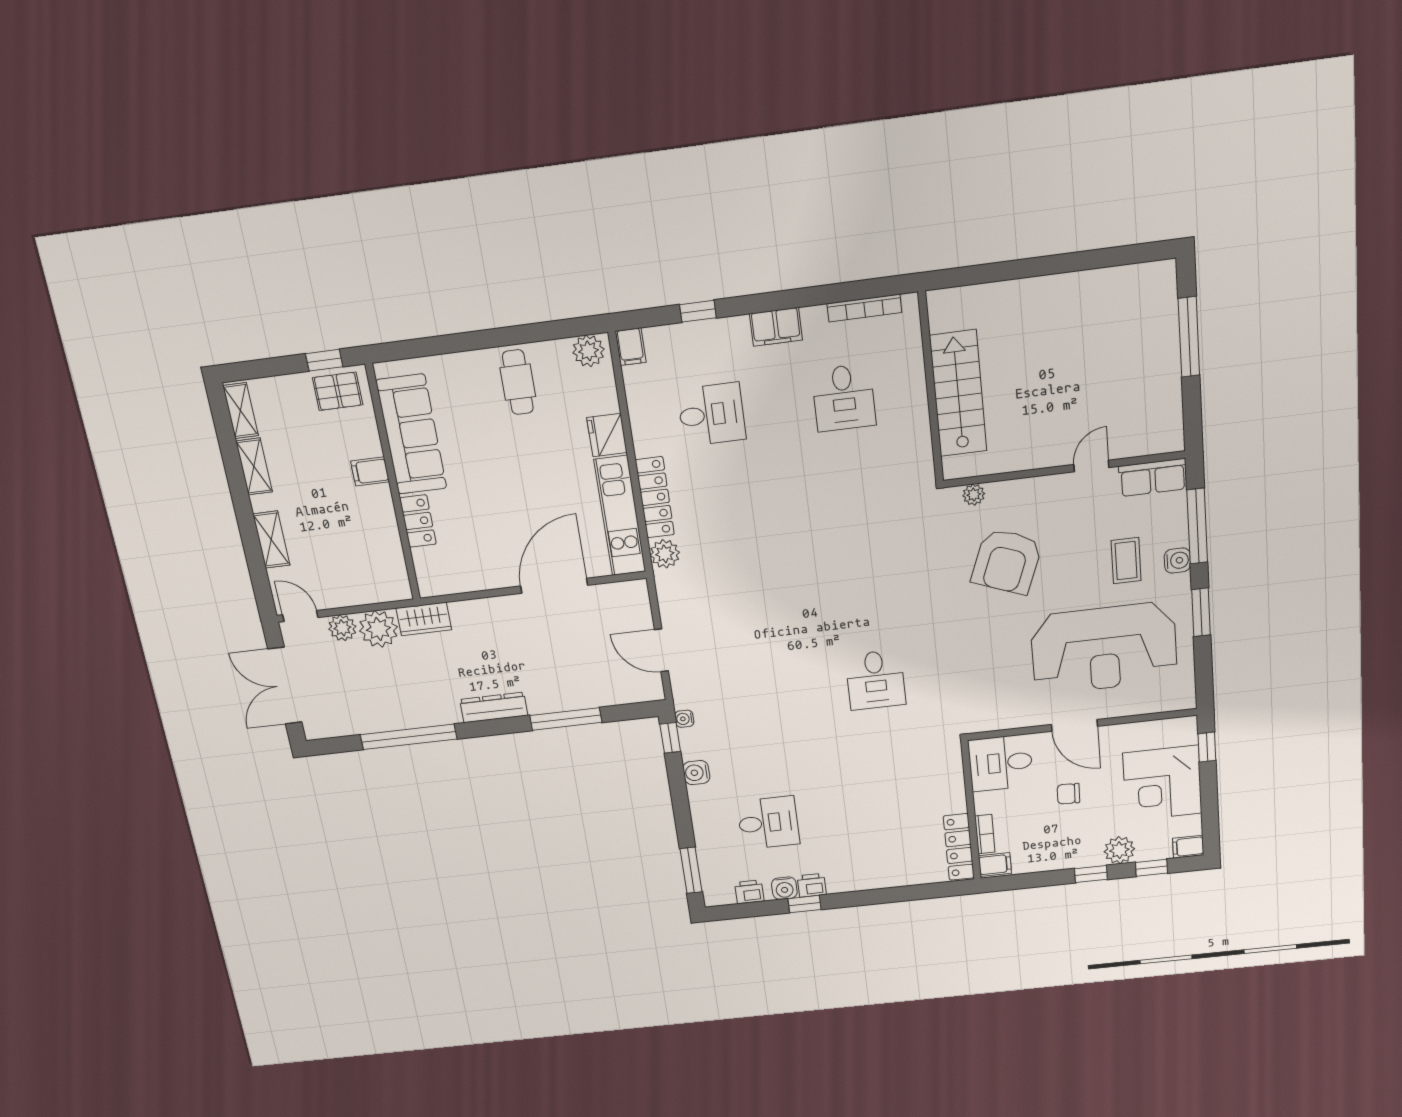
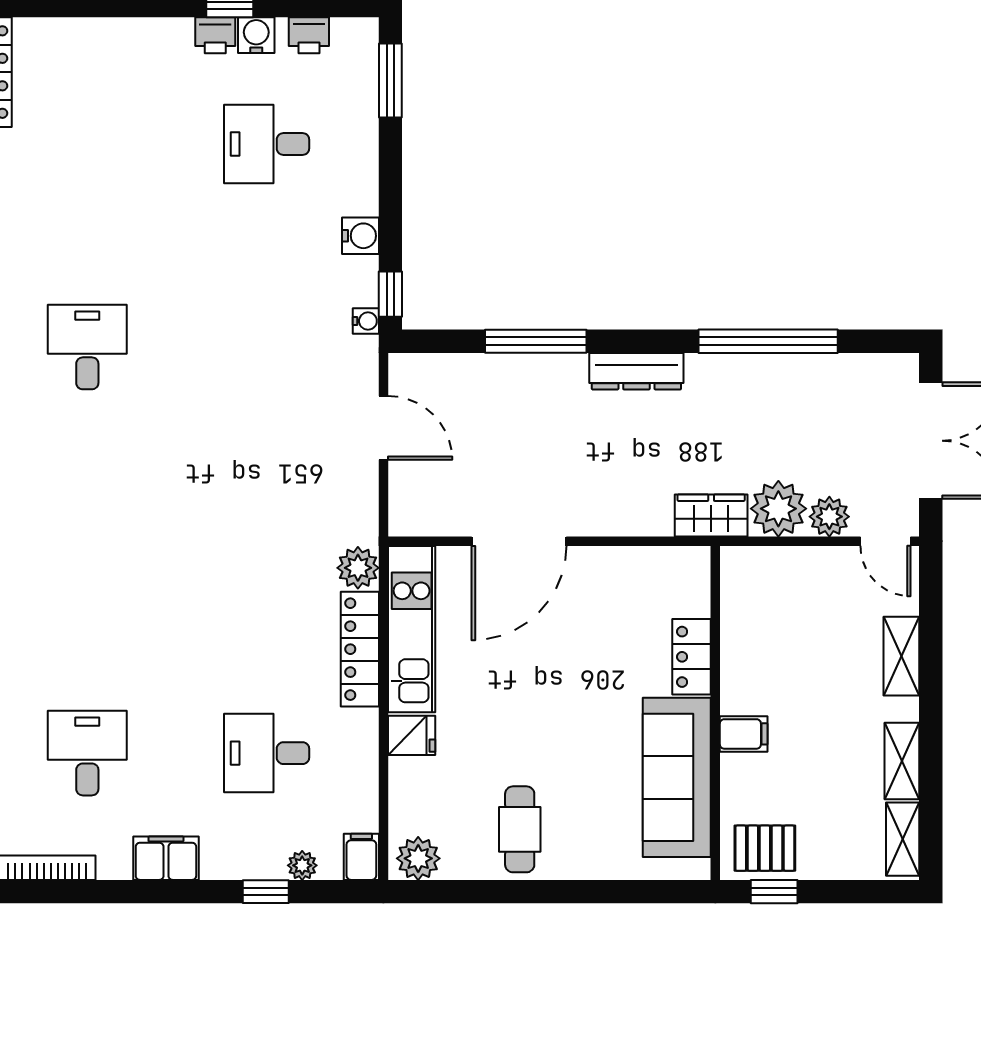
plant: (673, 335) -> (302, 865), added
fridge: (607, 435) -> (412, 735), width x0.72

